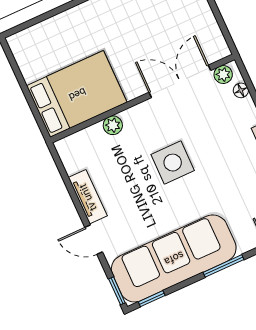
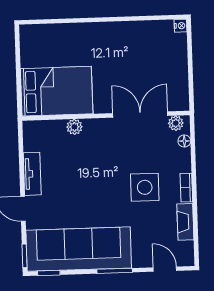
side table: (173, 163) -> (145, 187), moved

